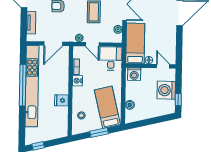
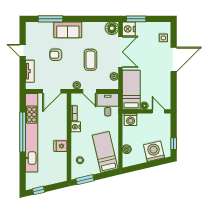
washing machine: (166, 90) -> (154, 151), moved, turned 77
window: (99, 133) -> (85, 180), moved

